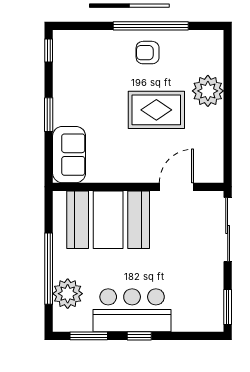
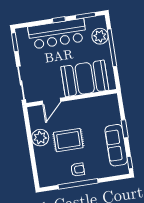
plant: (208, 91) -> (40, 138), moved
sofa: (69, 155) -> (116, 145), moved, width x1.36
bar counter: (132, 310) -> (57, 34), width x1.36

